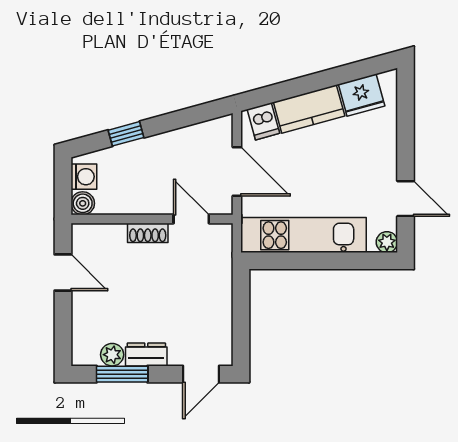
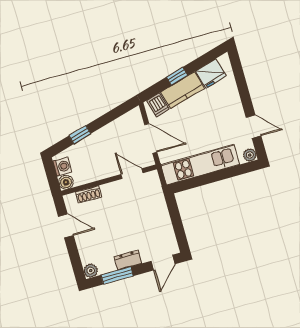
window: (306, 84) -> (177, 76), added
shoe rack: (148, 233) -> (89, 195), moved
plant: (112, 355) -> (91, 271), moved

